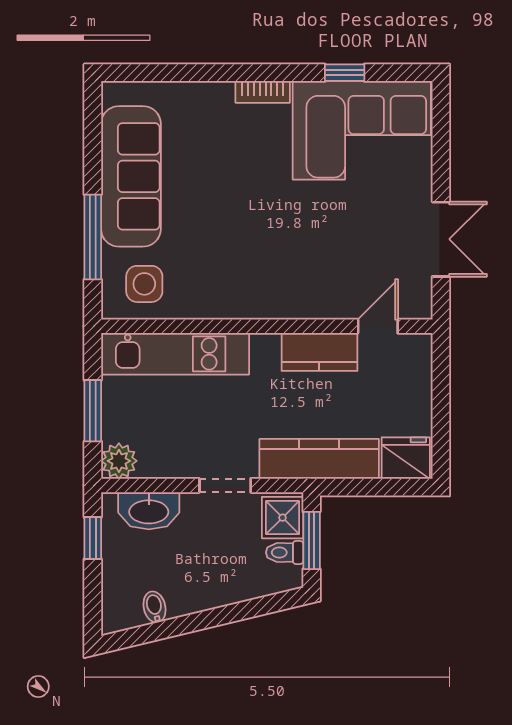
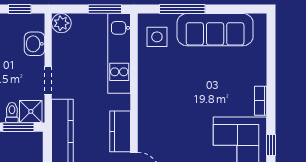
window: (93, 411) -> (105, 9), moved
washbasin: (149, 511) -> (34, 44), width x0.72

